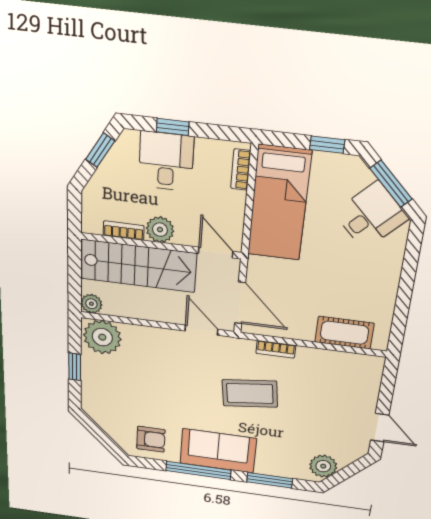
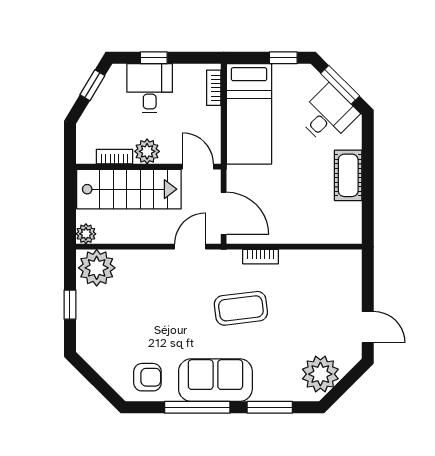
door: (201, 330) -> (190, 247), hinge flipped
cot: (344, 333) -> (348, 175), moved, turned 90
plant: (323, 466) -> (320, 374), width x1.36, depth x1.36

